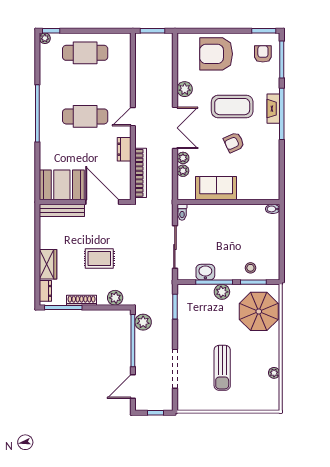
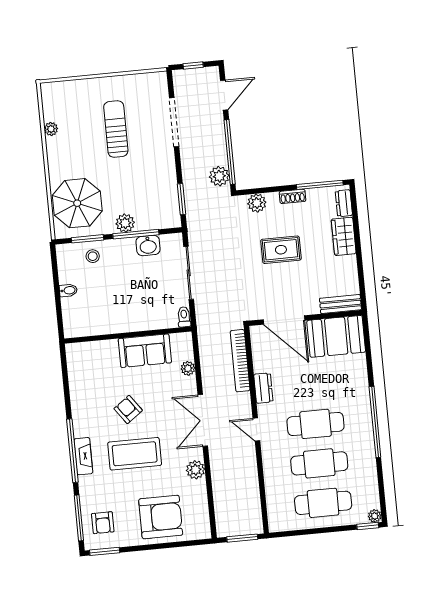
cafe table: (85, 85) -> (319, 463), added
door: (133, 117) -> (256, 429), swing flipped
armchair: (234, 142) -> (128, 409), turned -101
plant: (183, 158) -> (189, 384), removed
bidet: (273, 209) -> (68, 290), moved
bench: (62, 210) -> (340, 304), width x0.73
shoe rack: (82, 300) -> (293, 196), width x0.70

